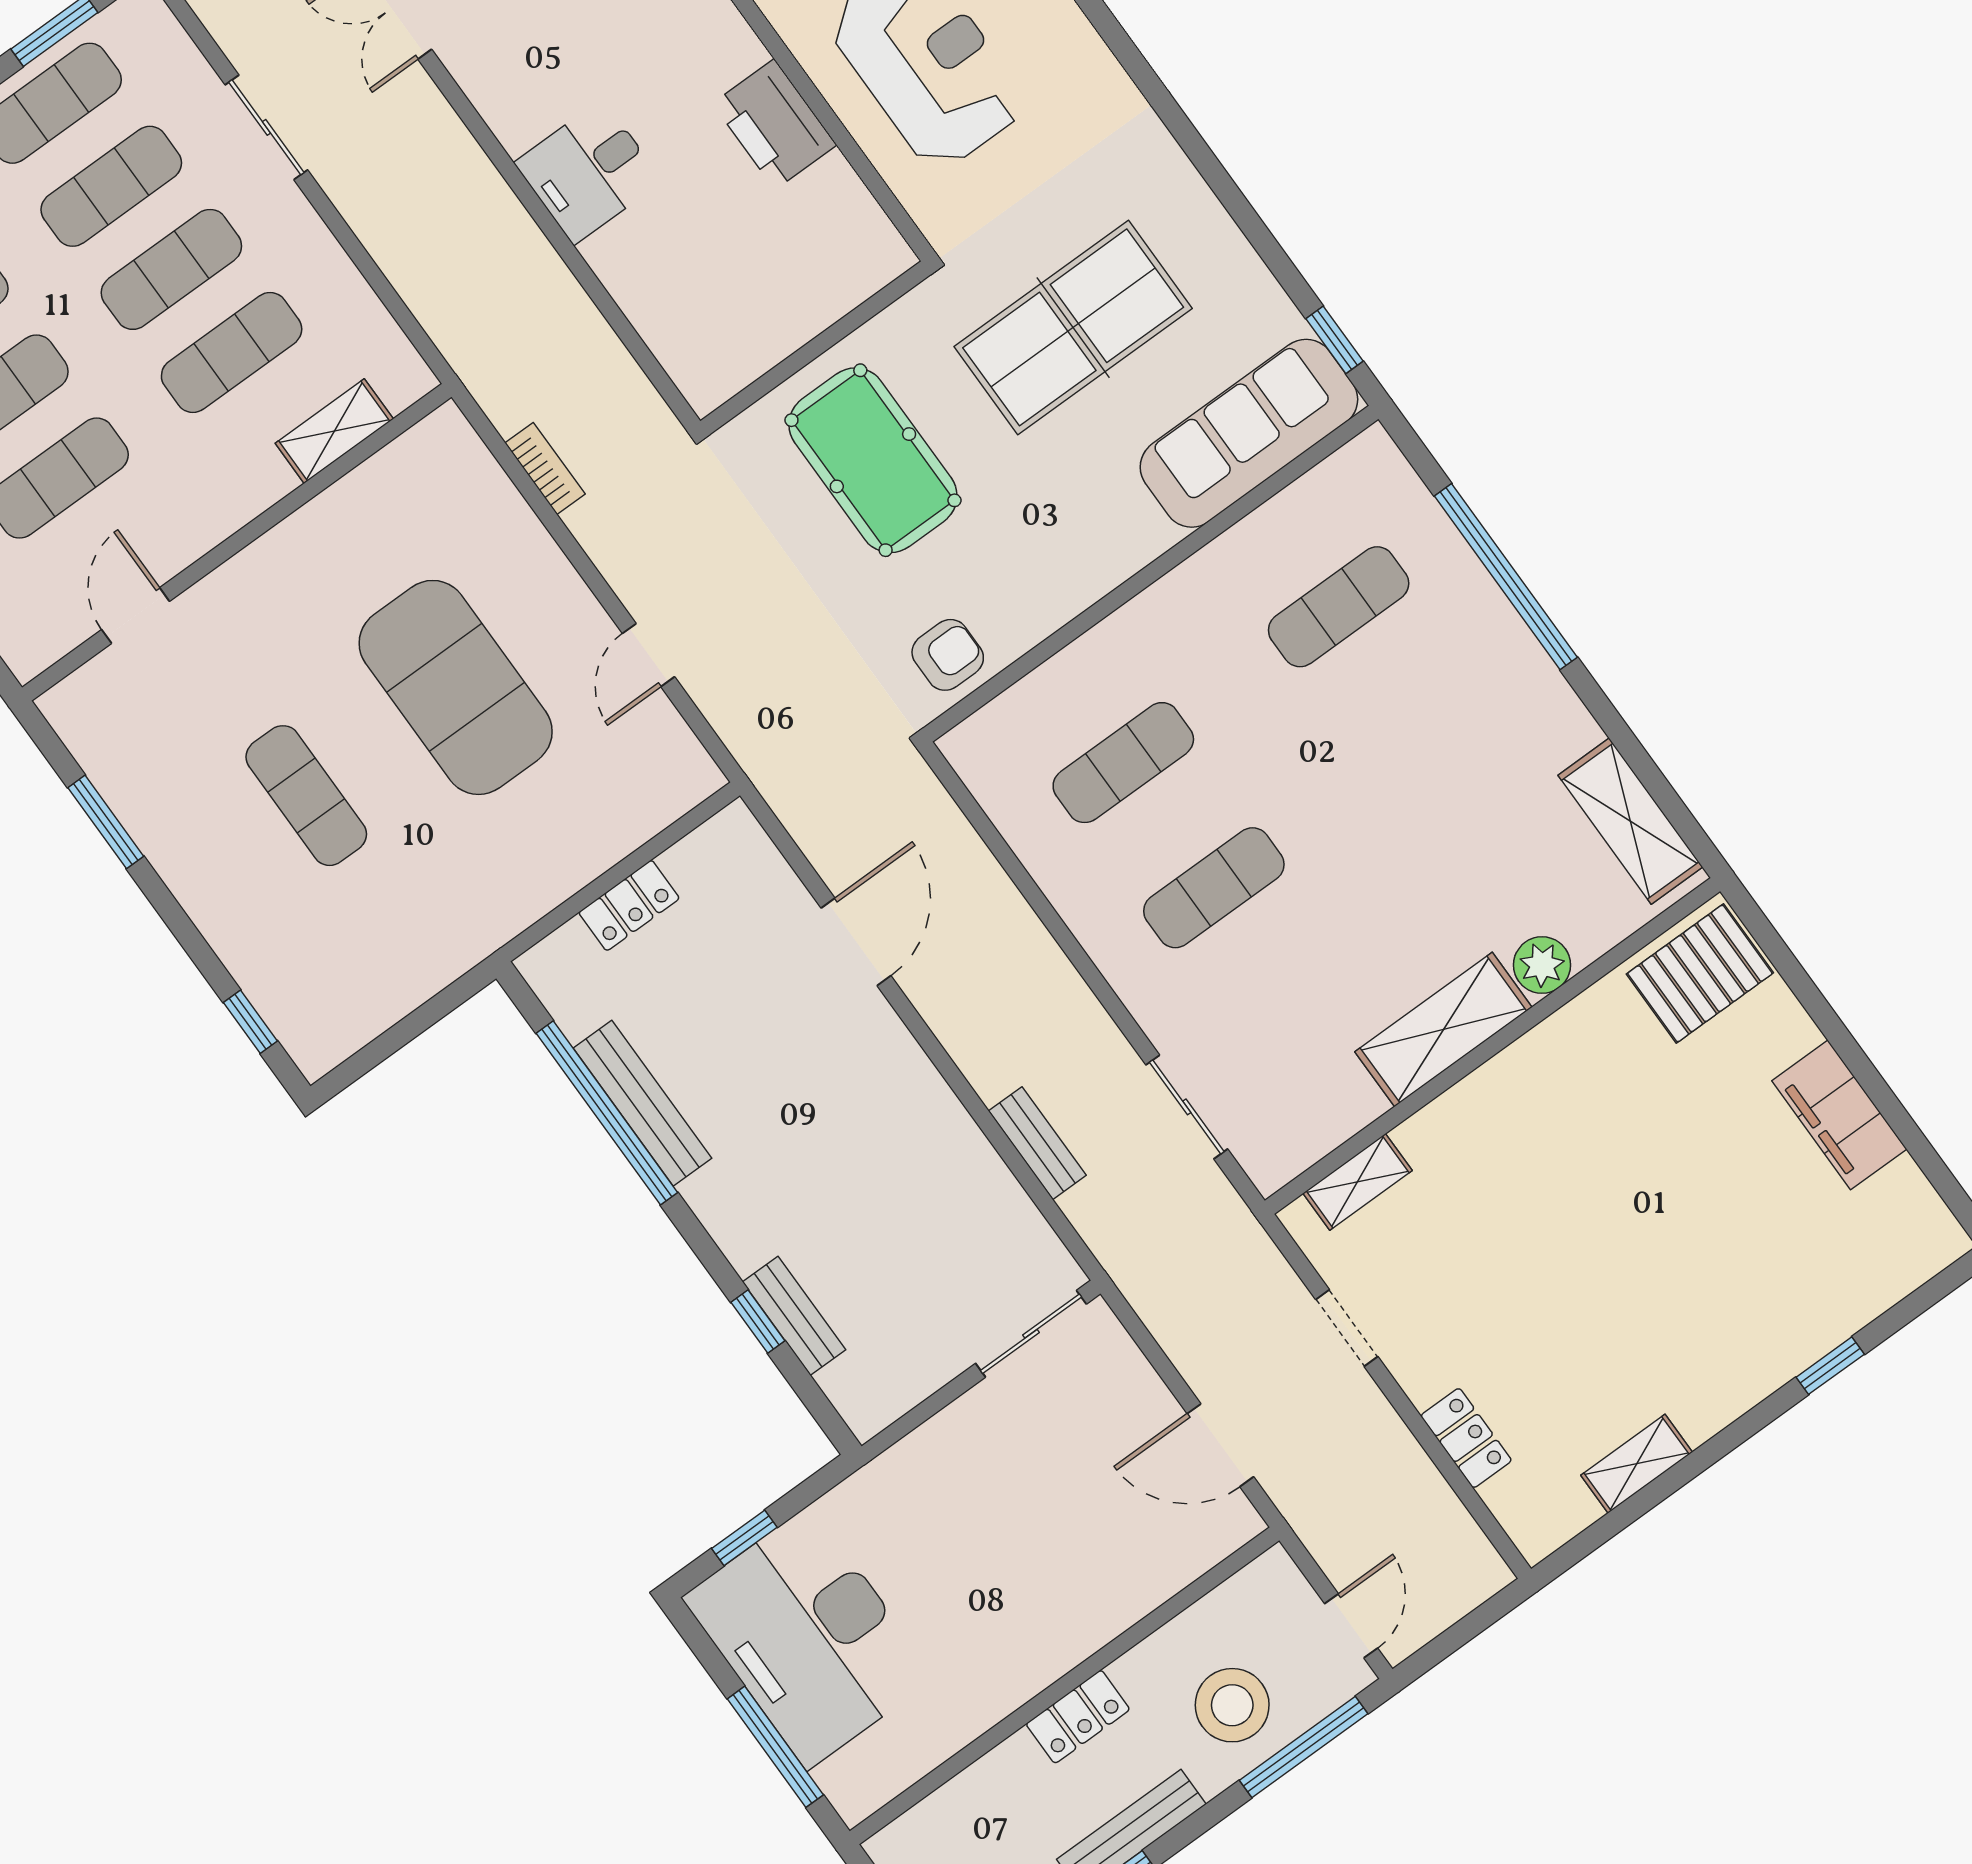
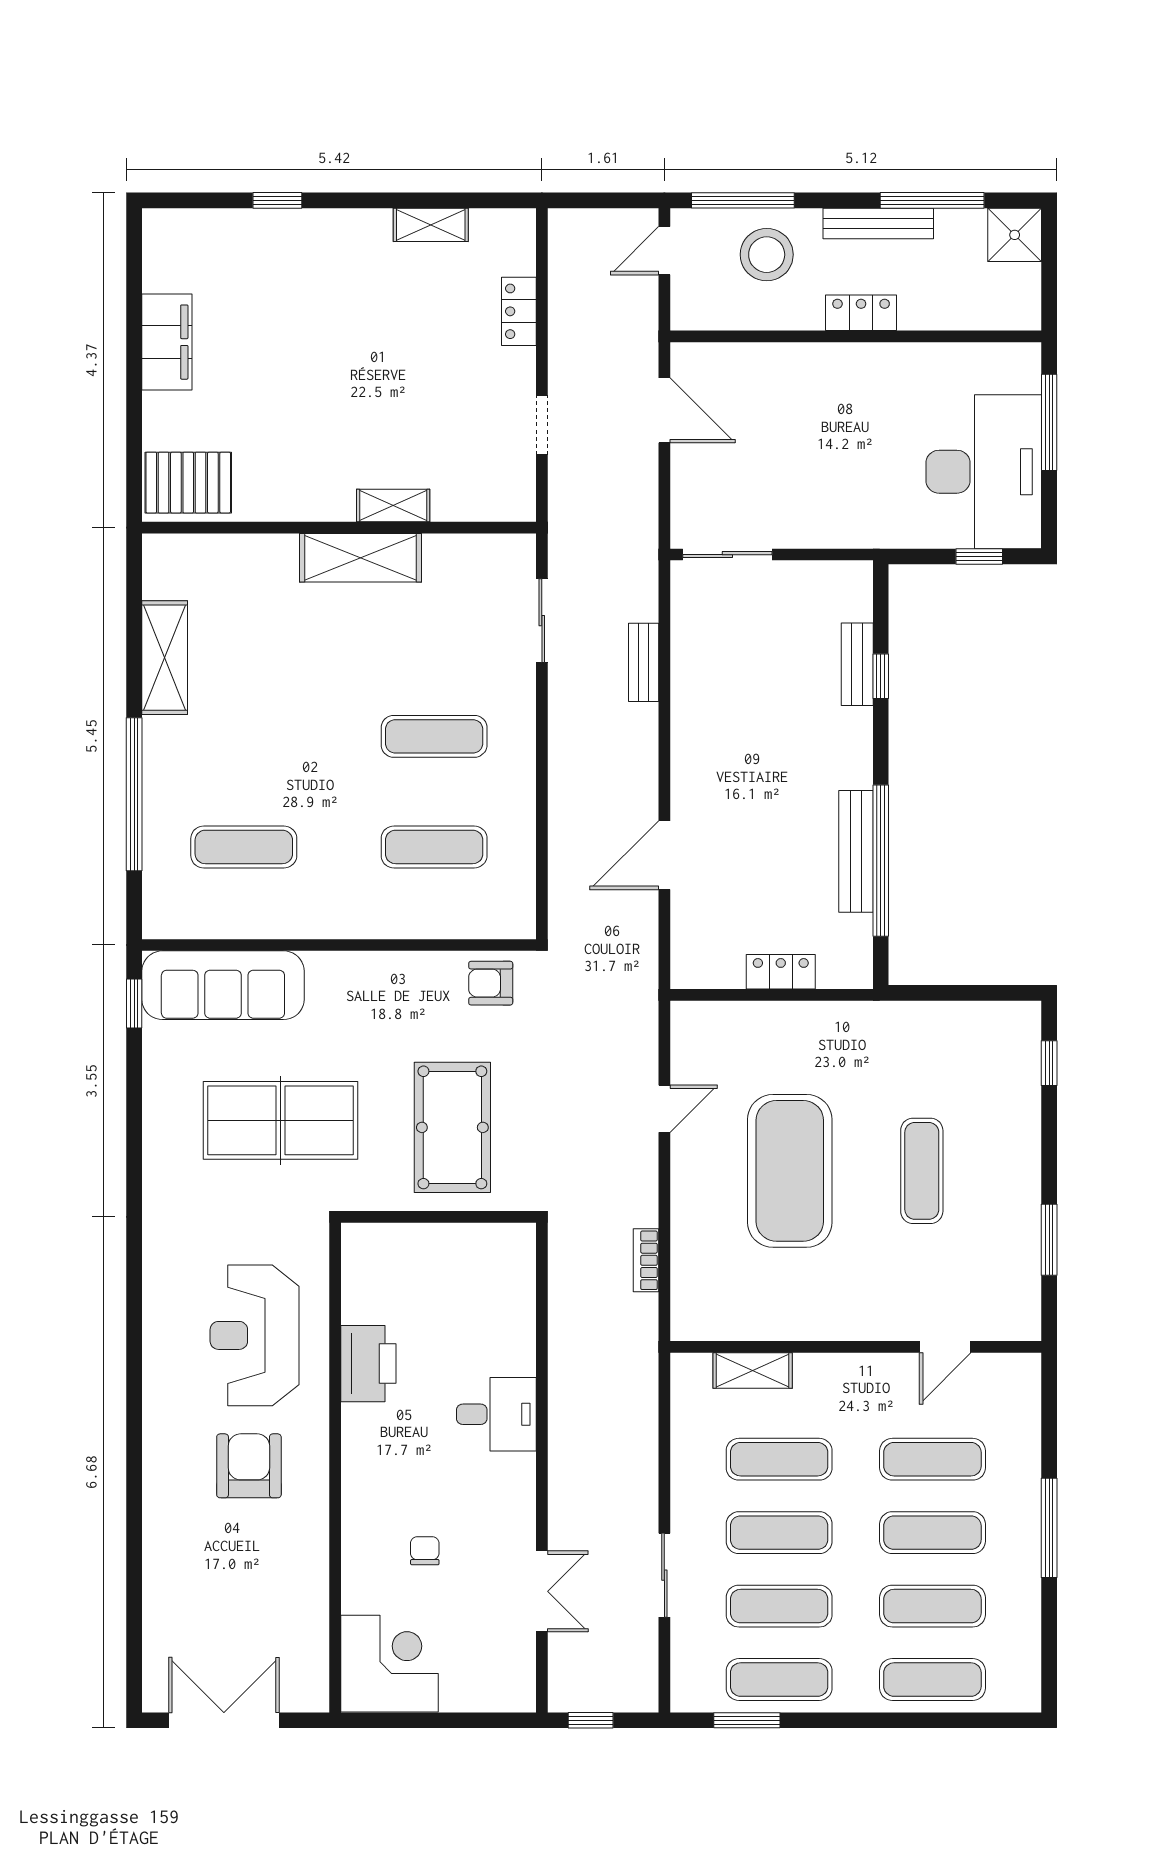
shelving: (1630, 821) -> (165, 658), moved
plant: (1542, 965) -> (276, 554), removed
shelving: (1358, 1182) -> (393, 506), moved

